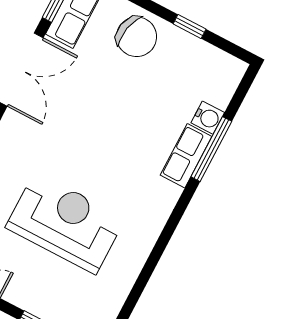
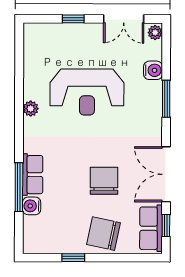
chair: (102, 102) -> (104, 181), added
plant: (146, 239) -> (31, 109), added

